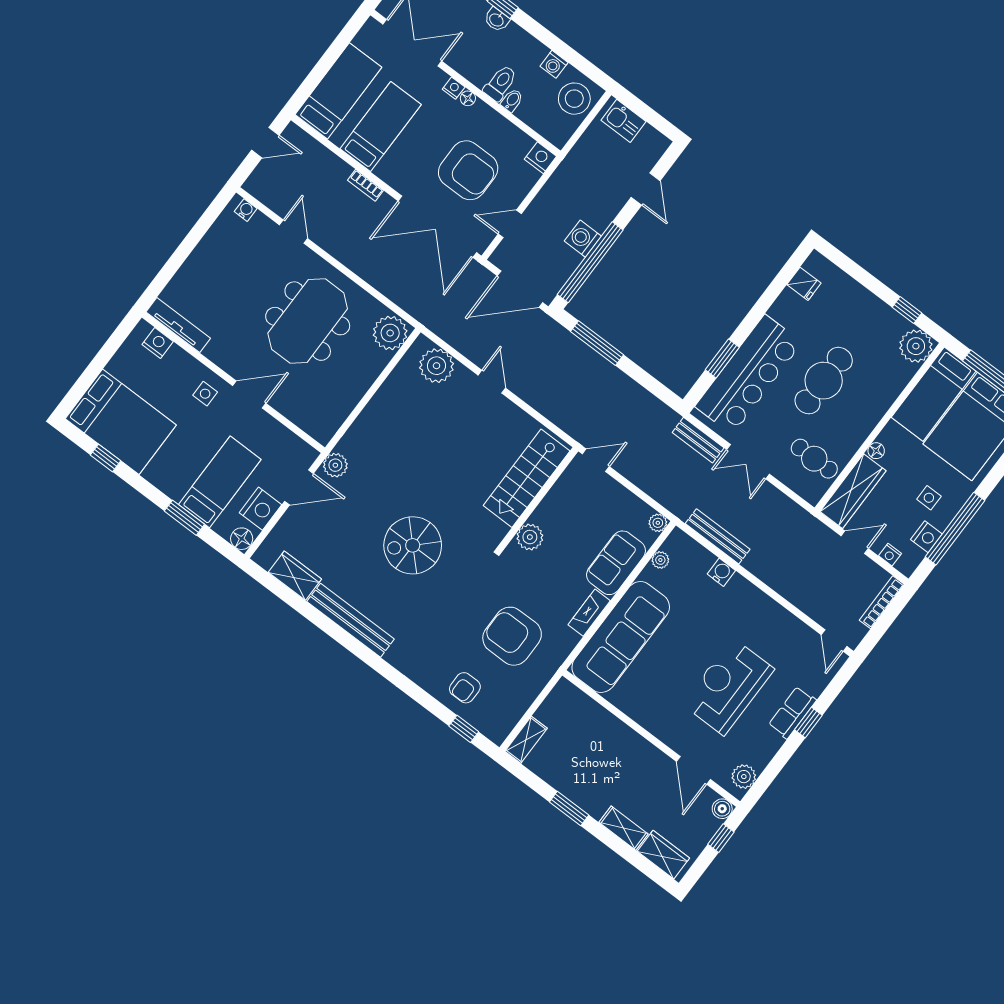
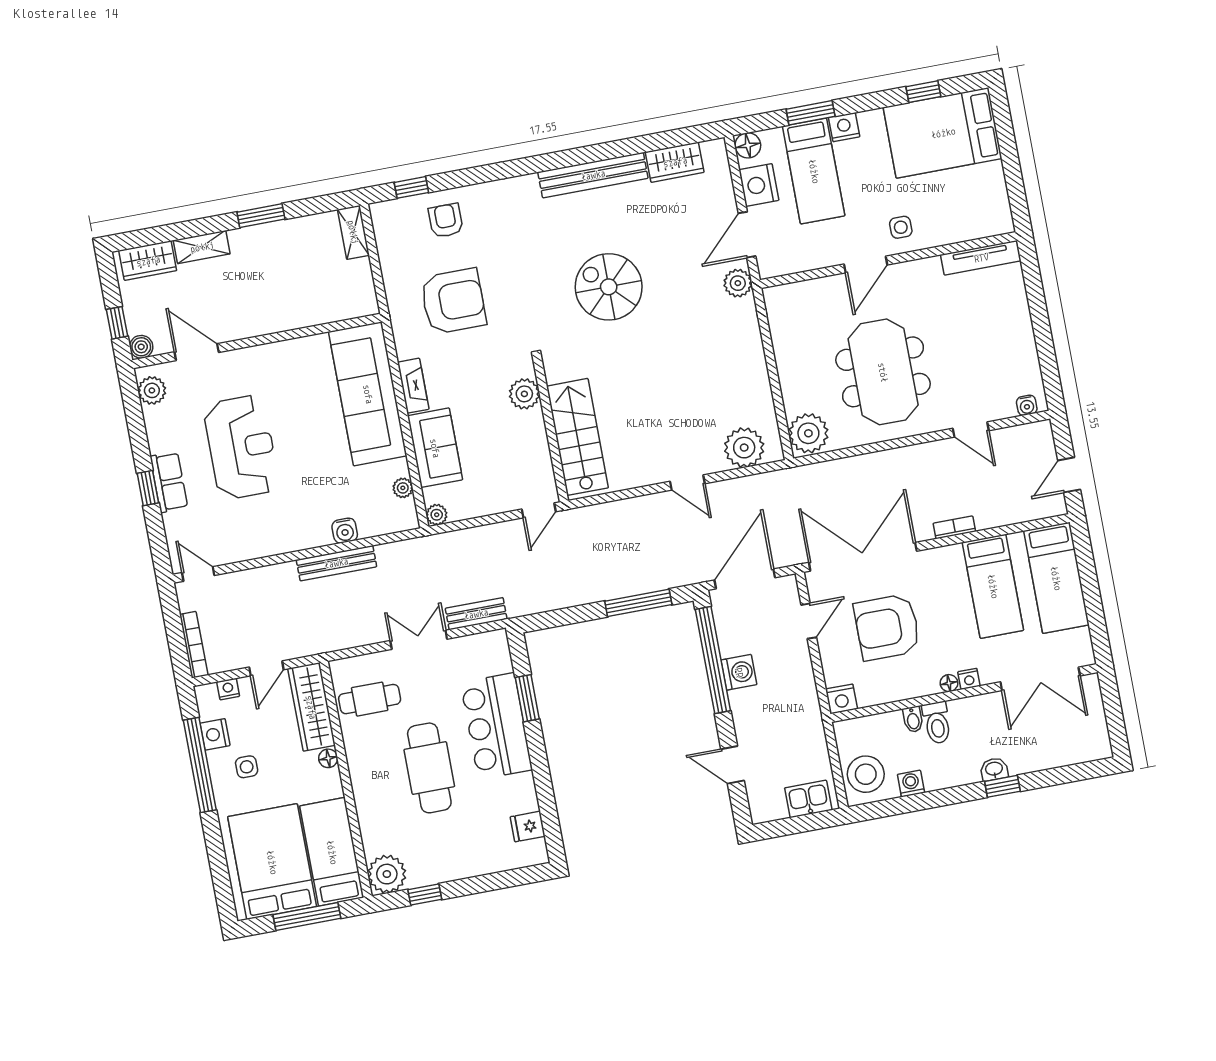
nightstand: (158, 343) -> (844, 127), moved, turned 180
bar counter: (749, 374) -> (496, 726), width x0.73
bench: (718, 536) -> (336, 563), moved
spiral stairs: (413, 545) -> (609, 287), turned -90

